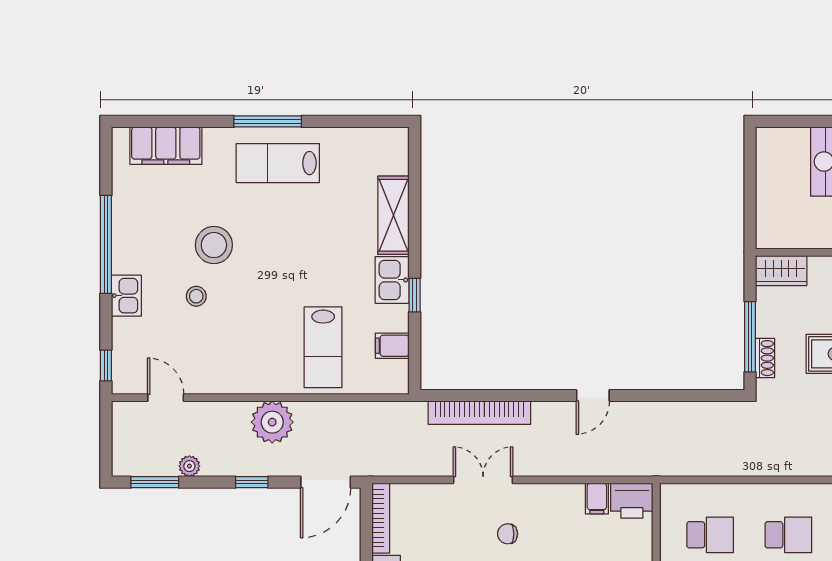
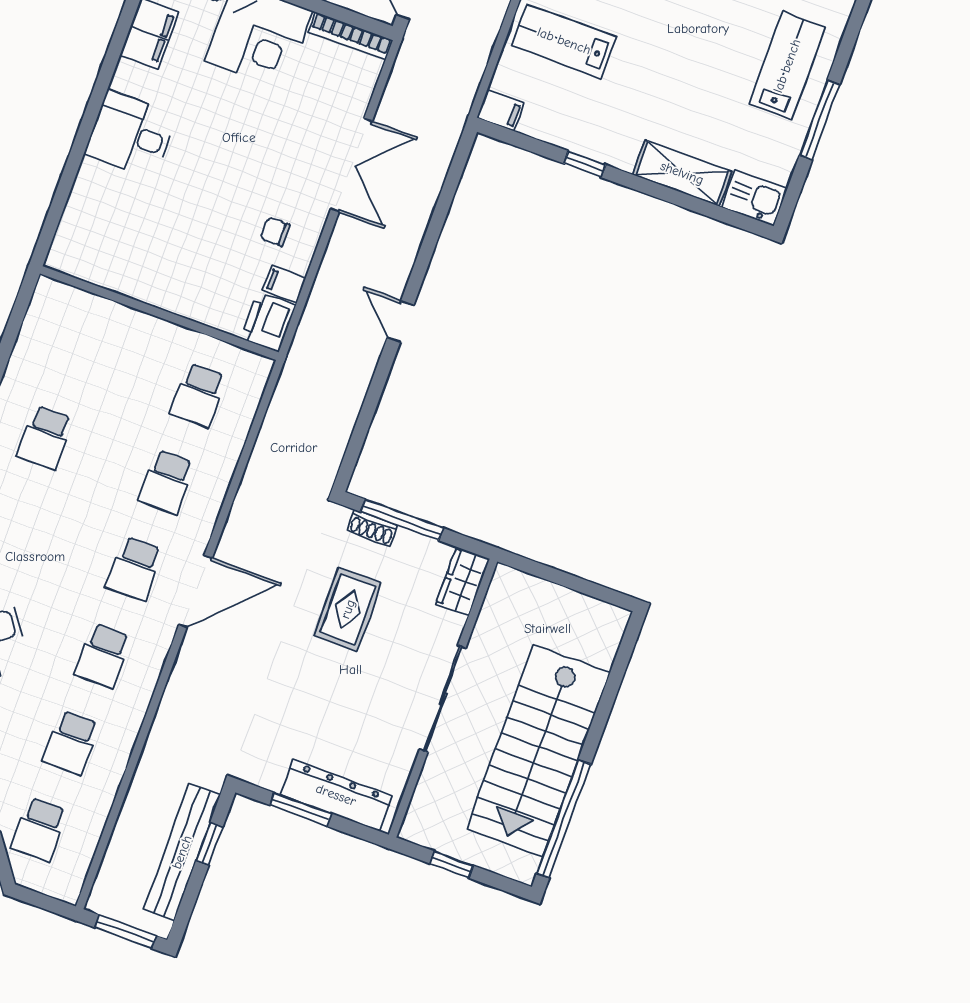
window: (268, 121) -> (820, 120), moved
kitchen sink: (392, 280) -> (754, 198), moved
filing cabinet: (392, 346) -> (500, 110), moved, turned 90
bookcase: (479, 413) -> (428, 188), removed
double door: (483, 480) -> (352, 165), width x1.37
chair: (508, 534) -> (275, 232), moved, turned -90

